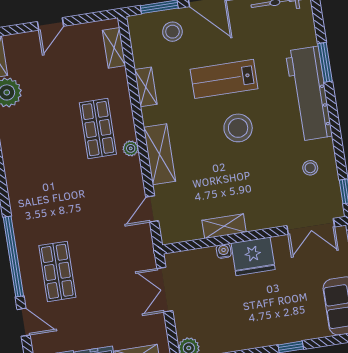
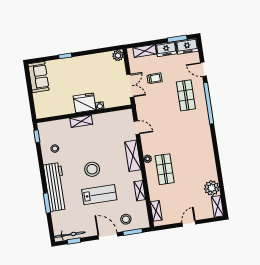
door: (152, 209) -> (137, 128), hinge flipped
shelving: (224, 226) -> (81, 121), moved
double door: (311, 226) -> (55, 118), removed
trolley: (118, 304) -> (154, 78), added

